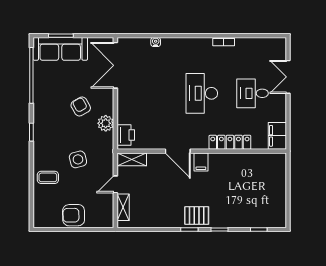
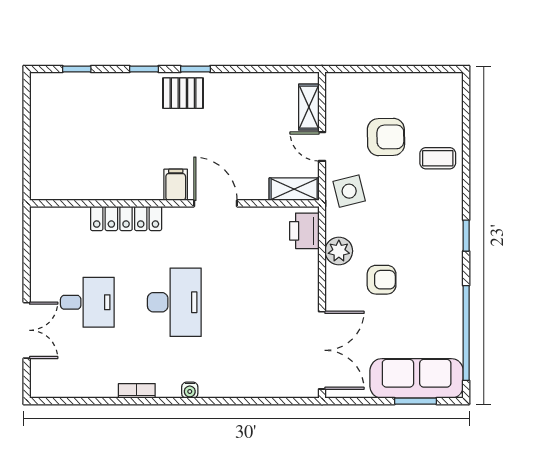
water cooler: (156, 42) -> (190, 390), moved
armchair: (81, 106) -> (382, 280), turned -61
filing cabinet: (277, 136) -> (45, 229), removed
side table: (78, 159) -> (349, 191), moved
door: (115, 184) -> (322, 146), swing flipped
armchair: (74, 215) -> (386, 137), moved

